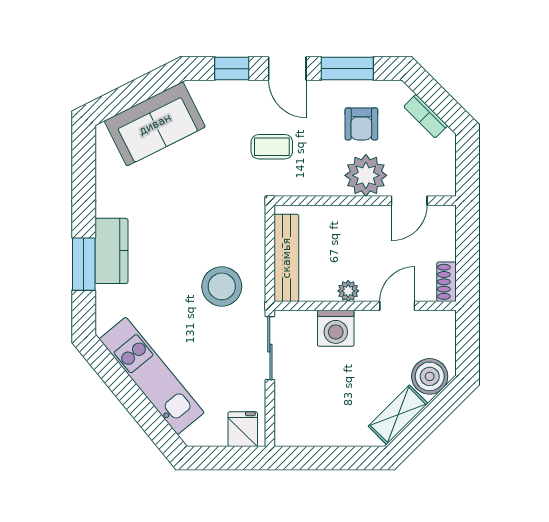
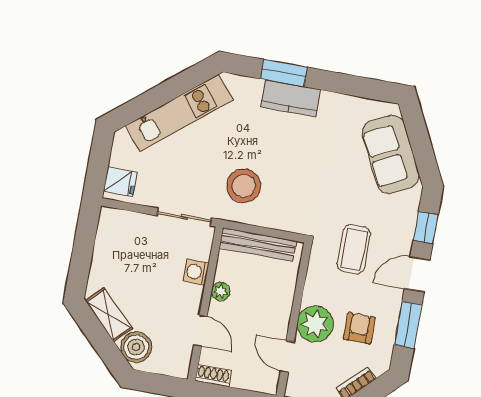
armchair: (361, 124) -> (359, 328), turned 90
coffee table: (272, 147) -> (354, 249), width x1.36, depth x1.30
washing machine: (336, 328) -> (196, 272), width x0.73, depth x0.73

